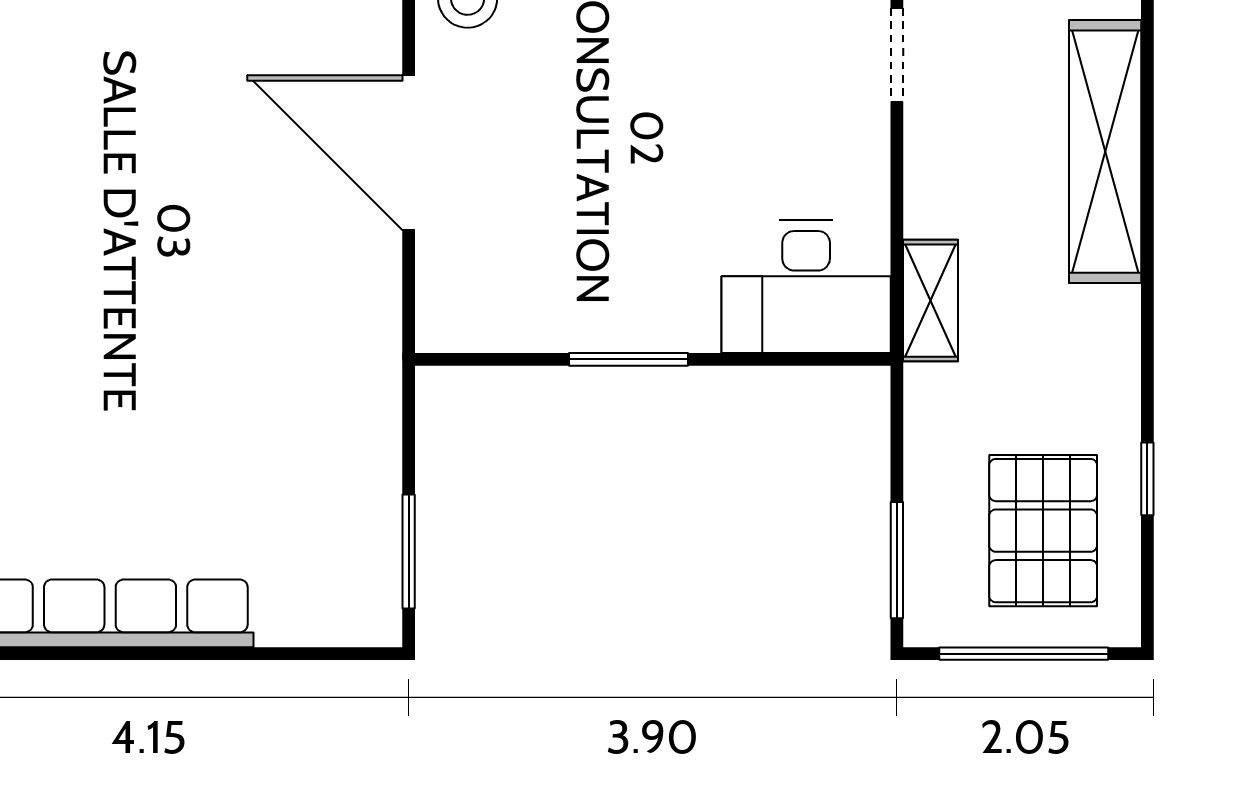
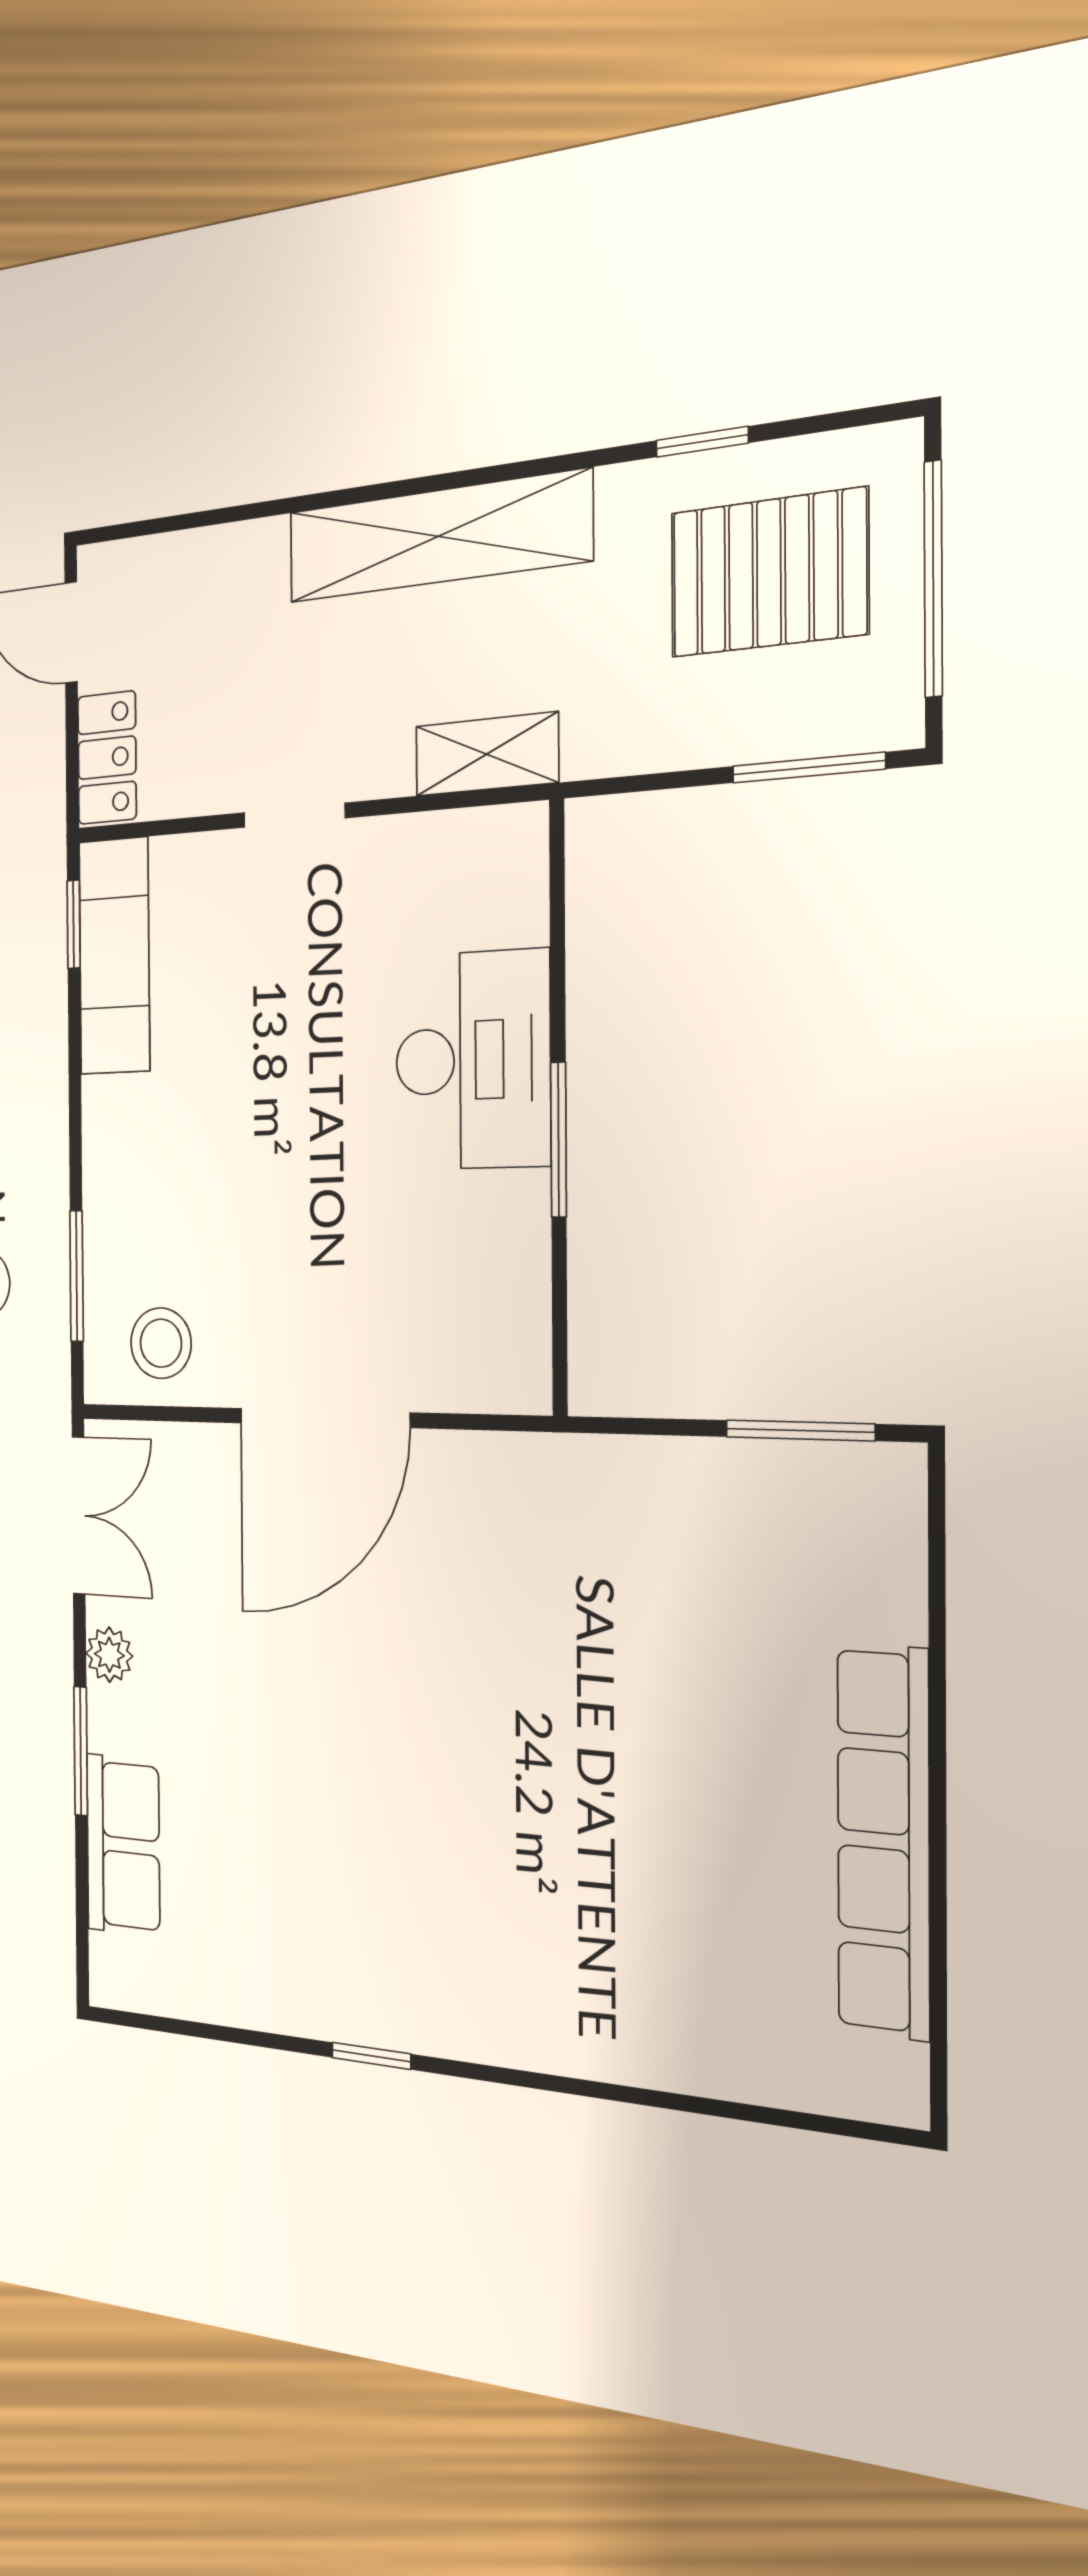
doorway: (897, 55) -> (294, 815), moved
shelving: (1105, 152) -> (438, 536), moved
desk: (806, 287) -> (473, 1060), moved

